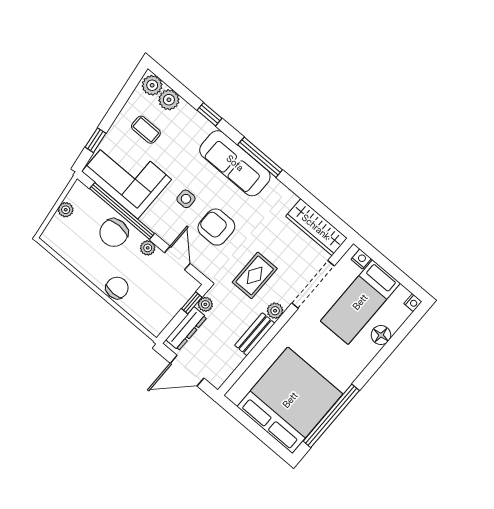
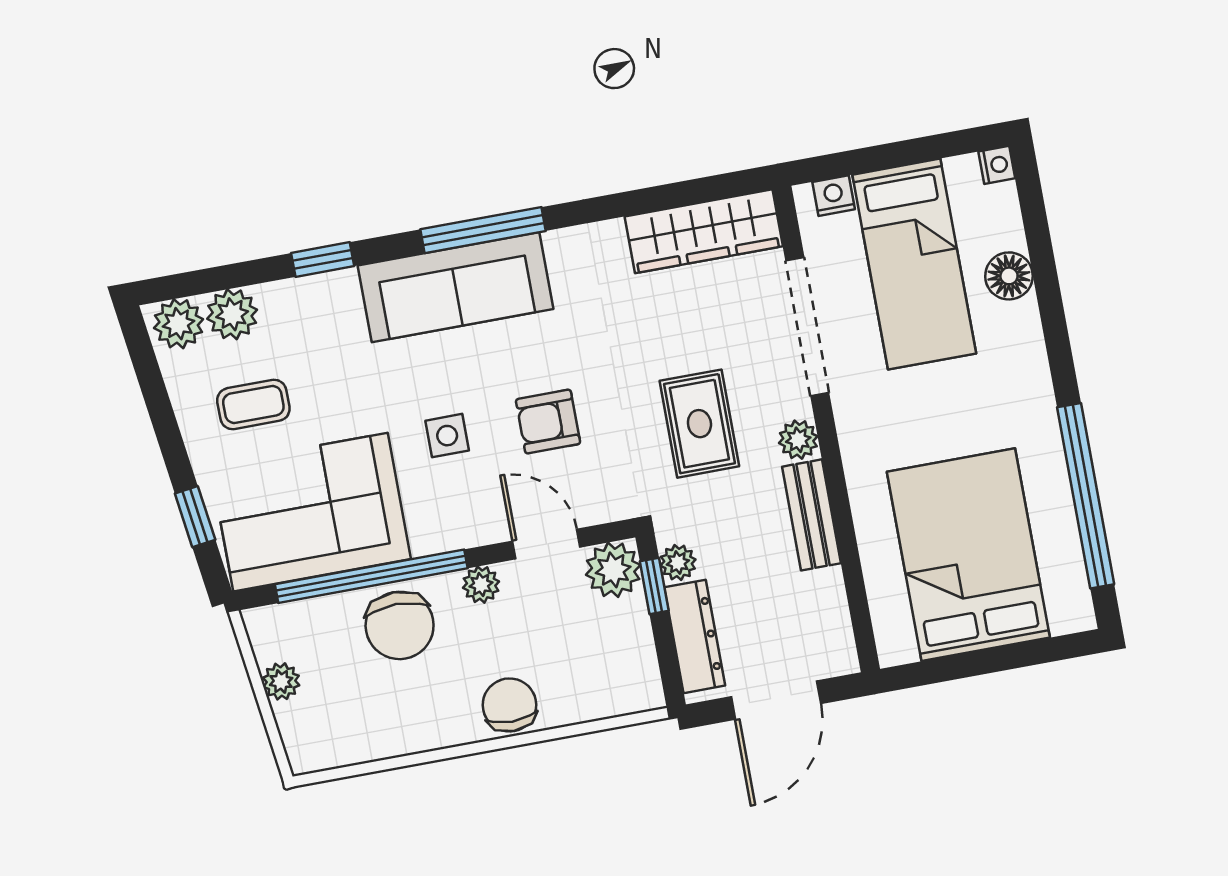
armchair: (216, 227) -> (548, 422), width x0.72, depth x0.72
plant: (186, 286) -> (613, 570), added
bed: (290, 400) -> (968, 555), width x0.73

